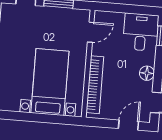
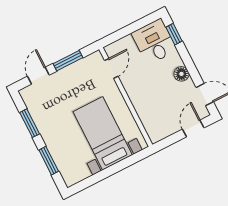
bookcase: (95, 85) -> (143, 112), removed

